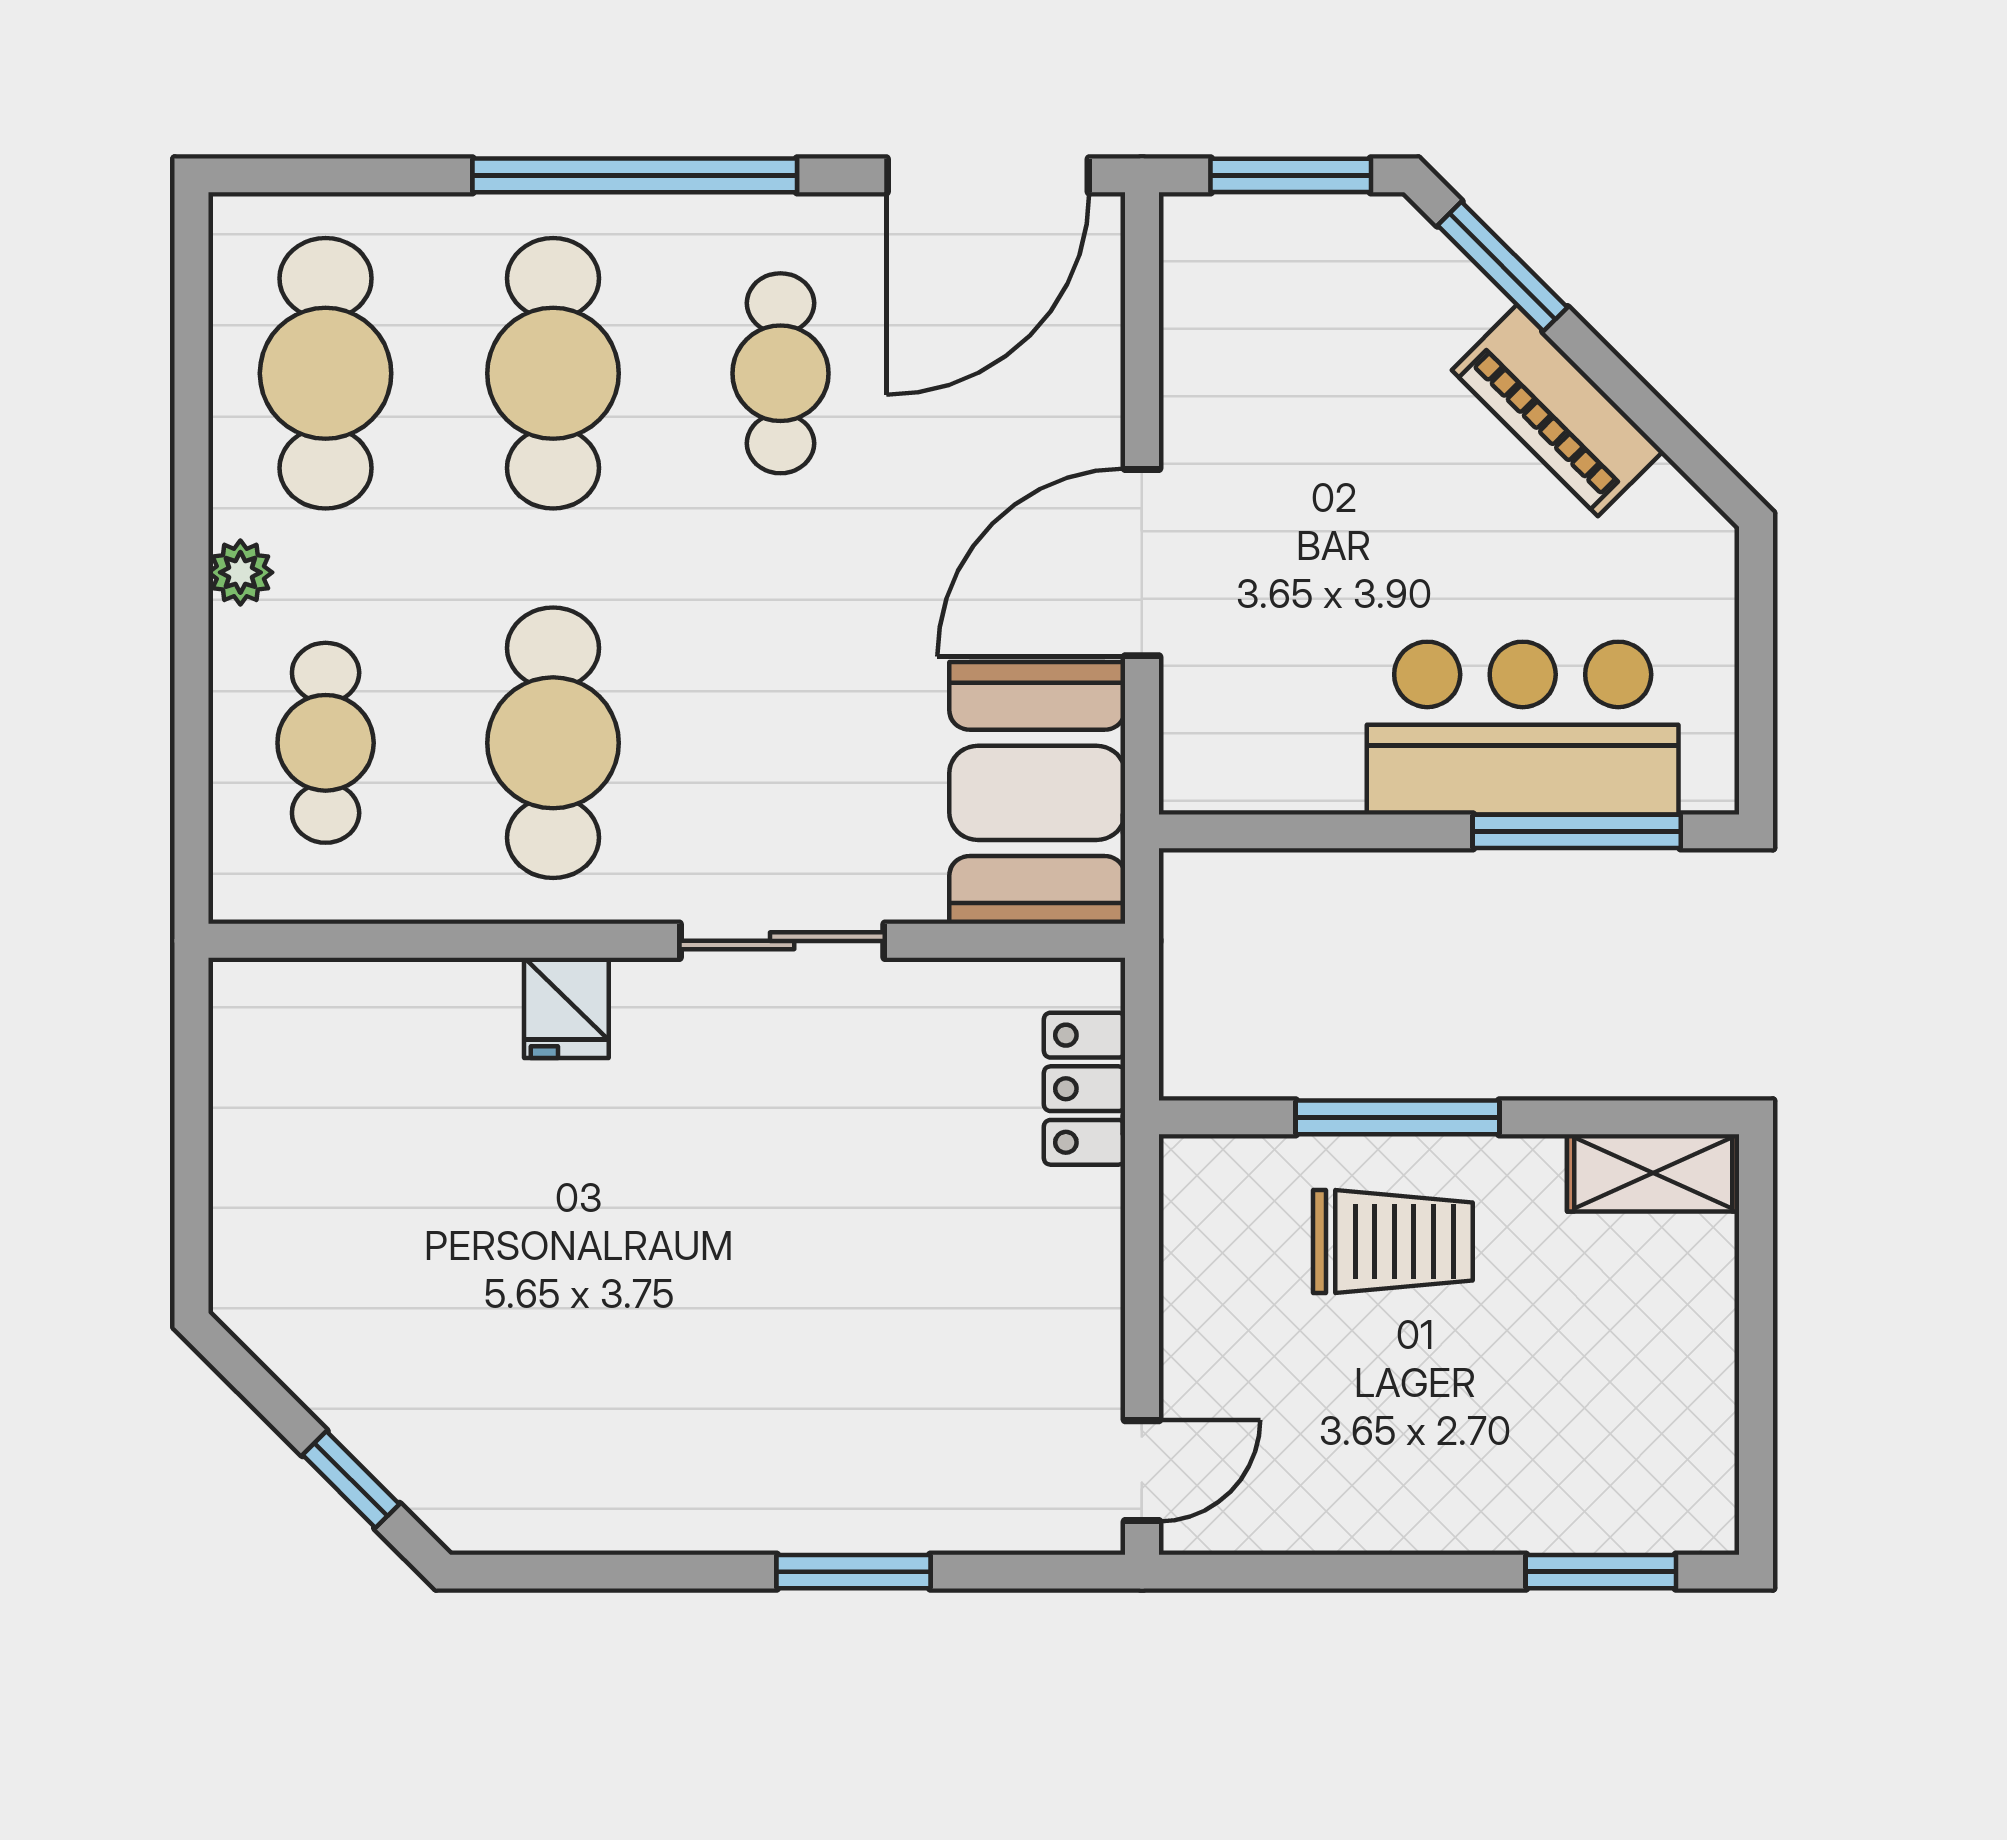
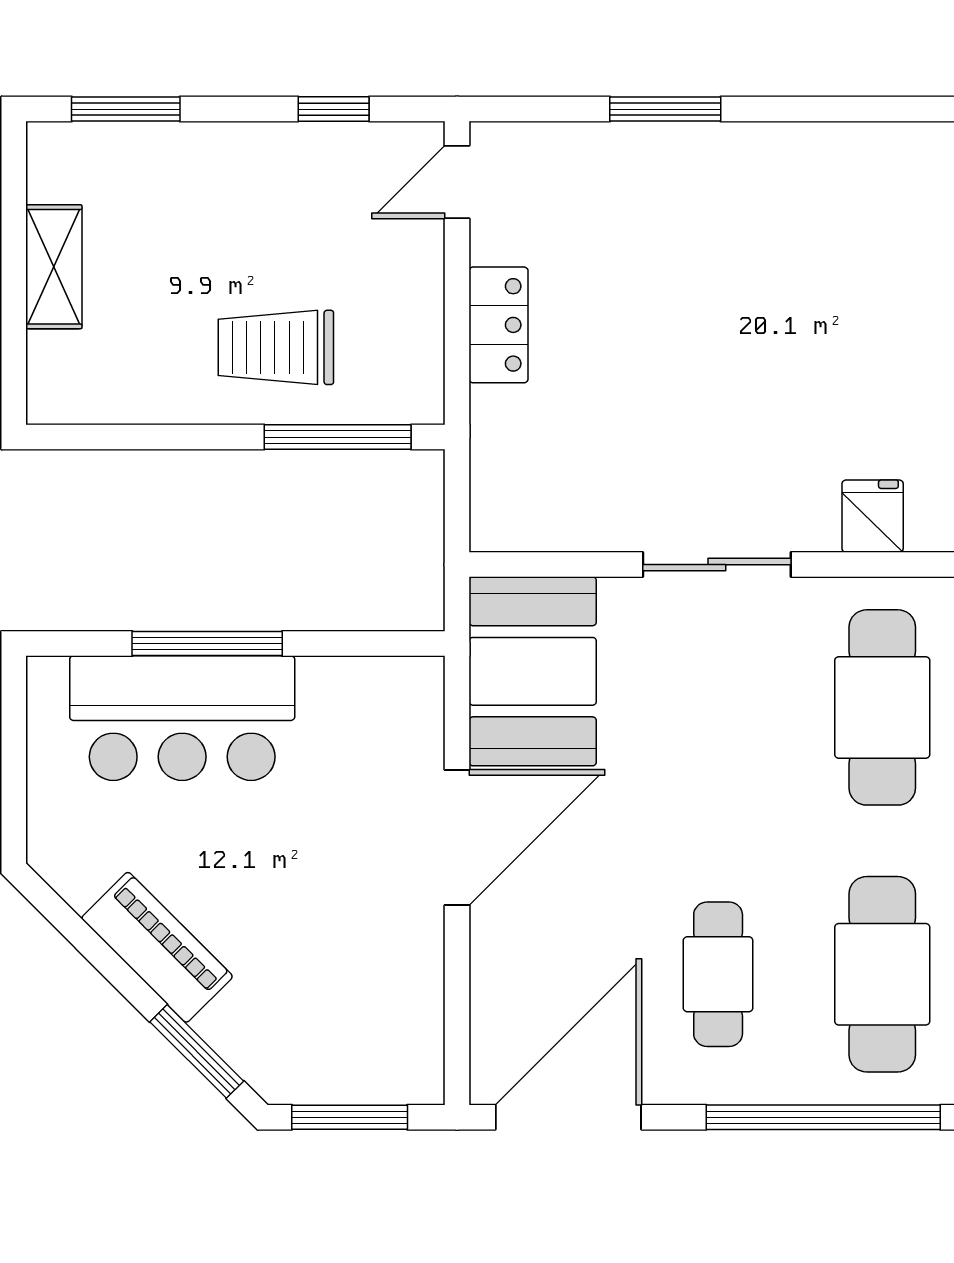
window: (1577, 831) -> (207, 643), moved
locker: (1085, 1089) -> (499, 325), moved
window: (1398, 1117) -> (338, 437), moved
shelving: (1653, 1173) -> (54, 267), moved, turned 90
window: (1313, 1572) -> (334, 109), added

